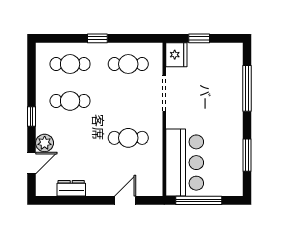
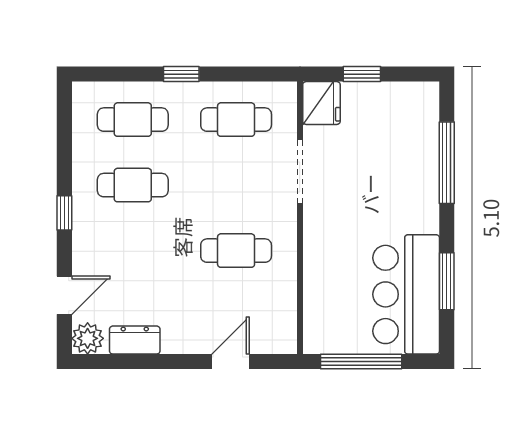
plant: (45, 143) -> (88, 338), moved
bar counter: (185, 163) -> (406, 294), moved, turned 180

